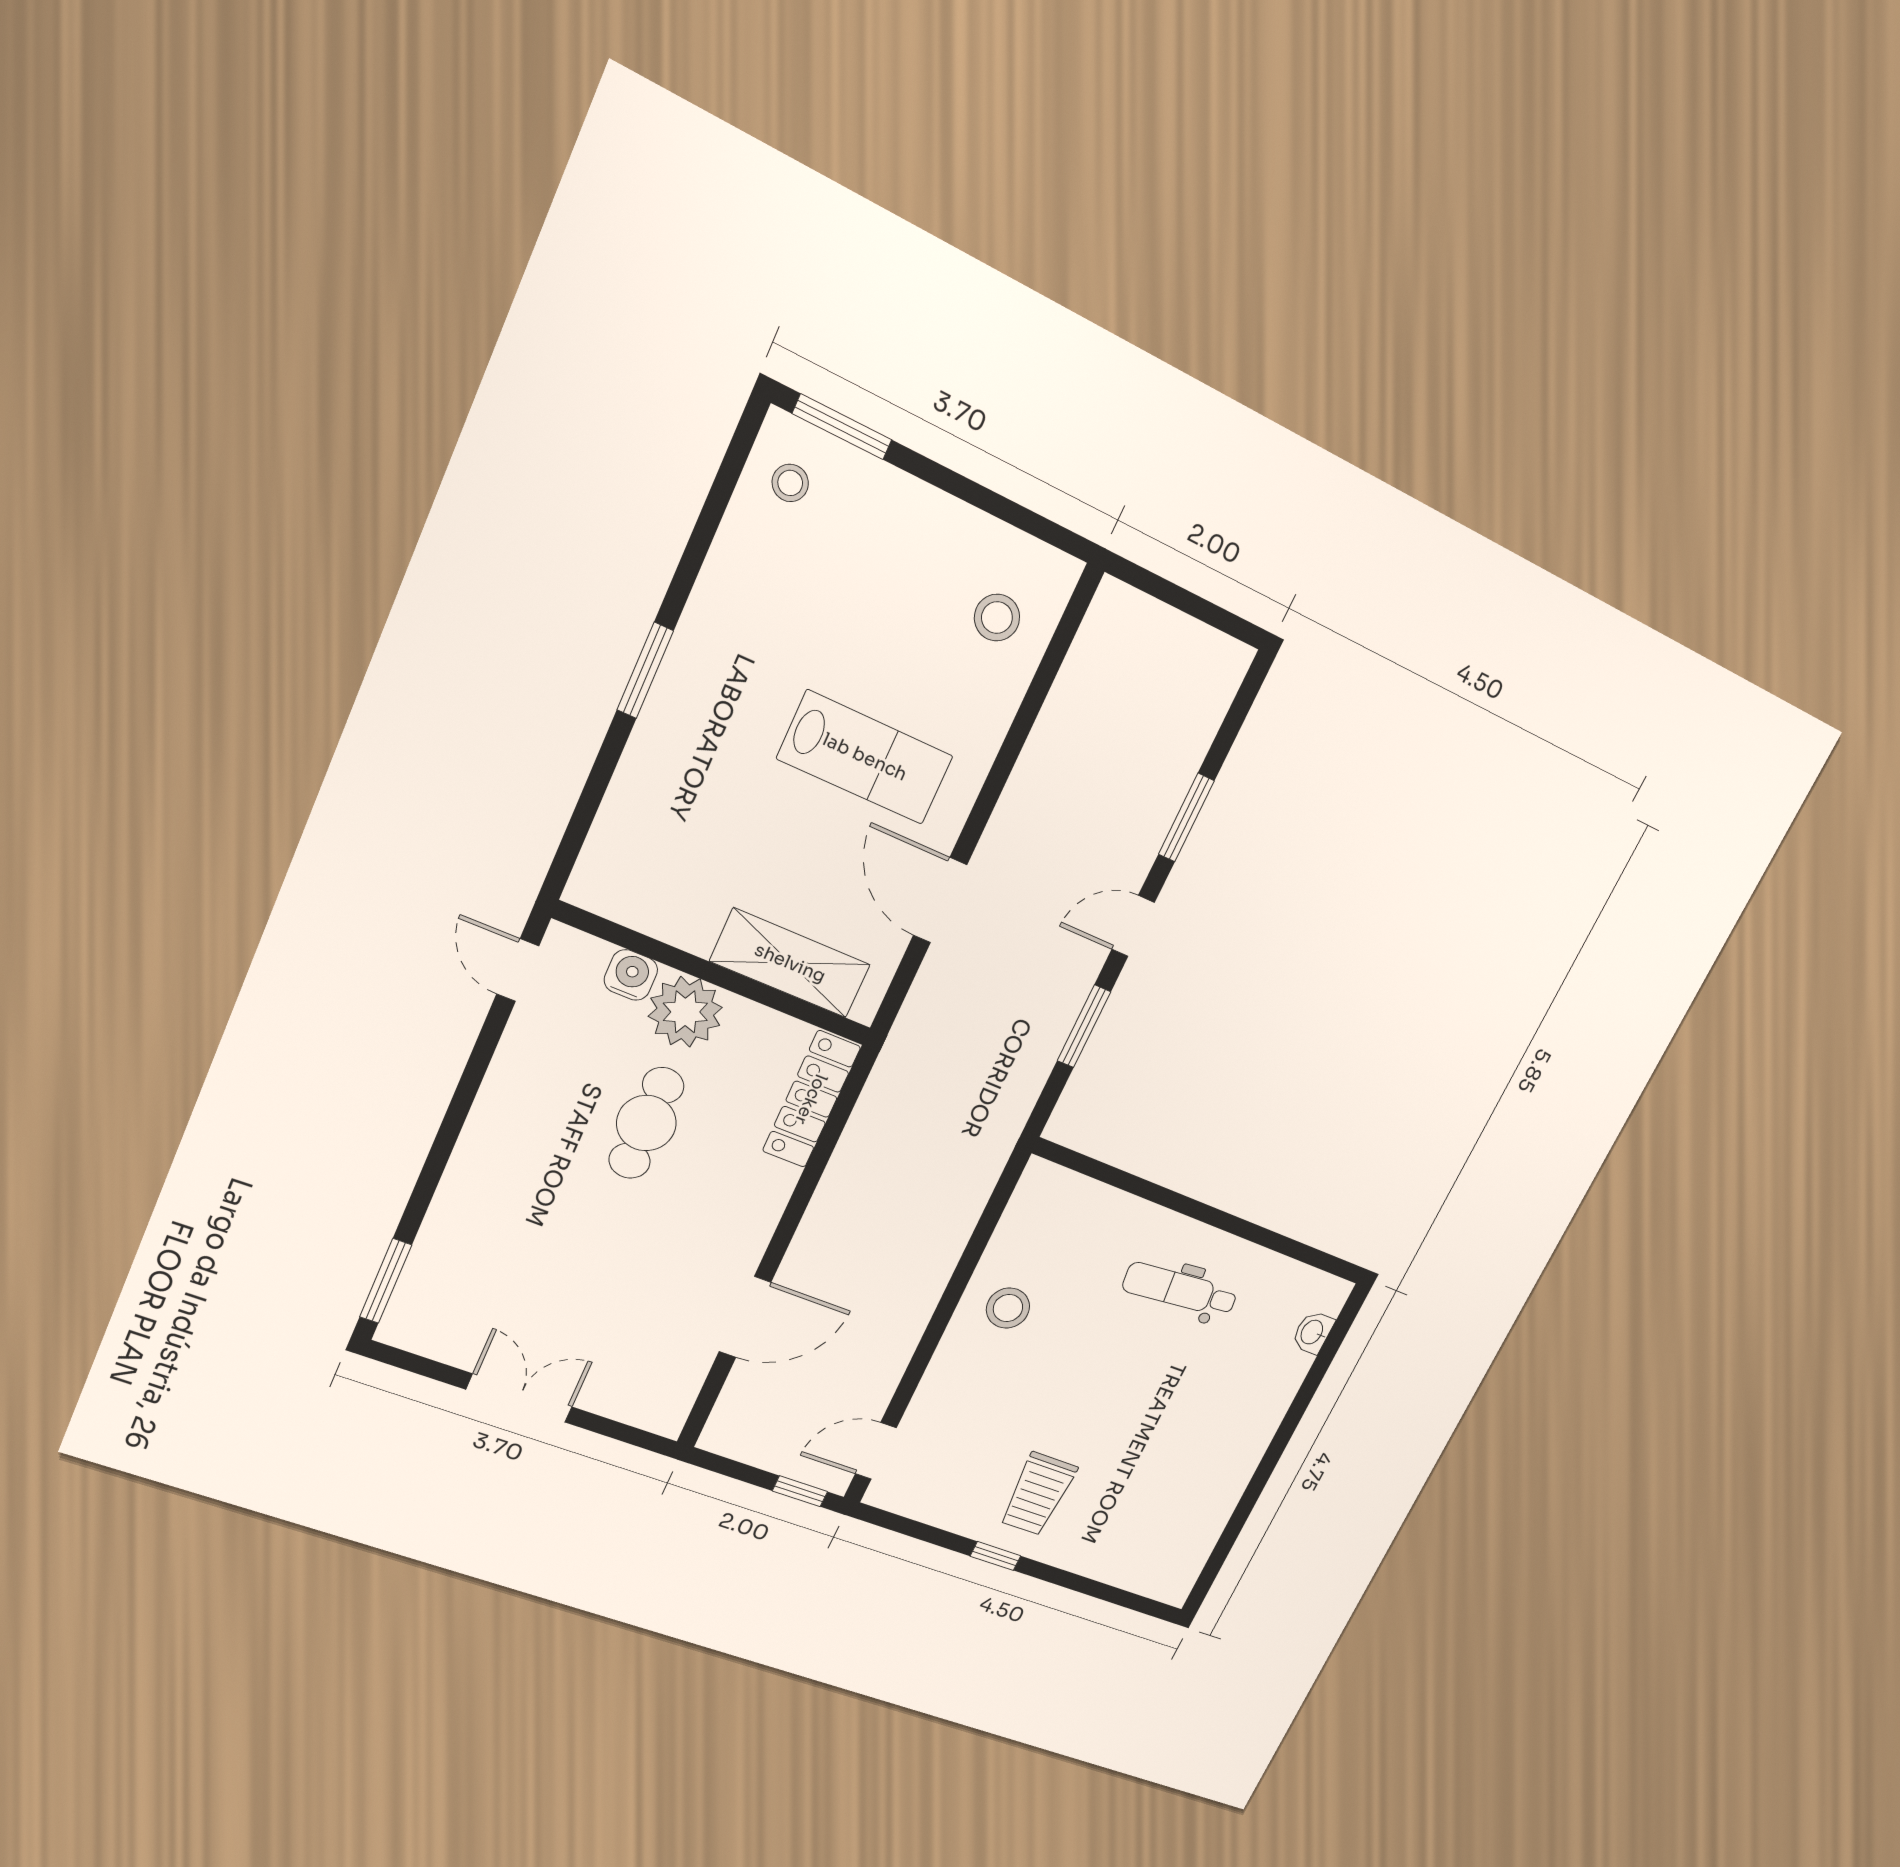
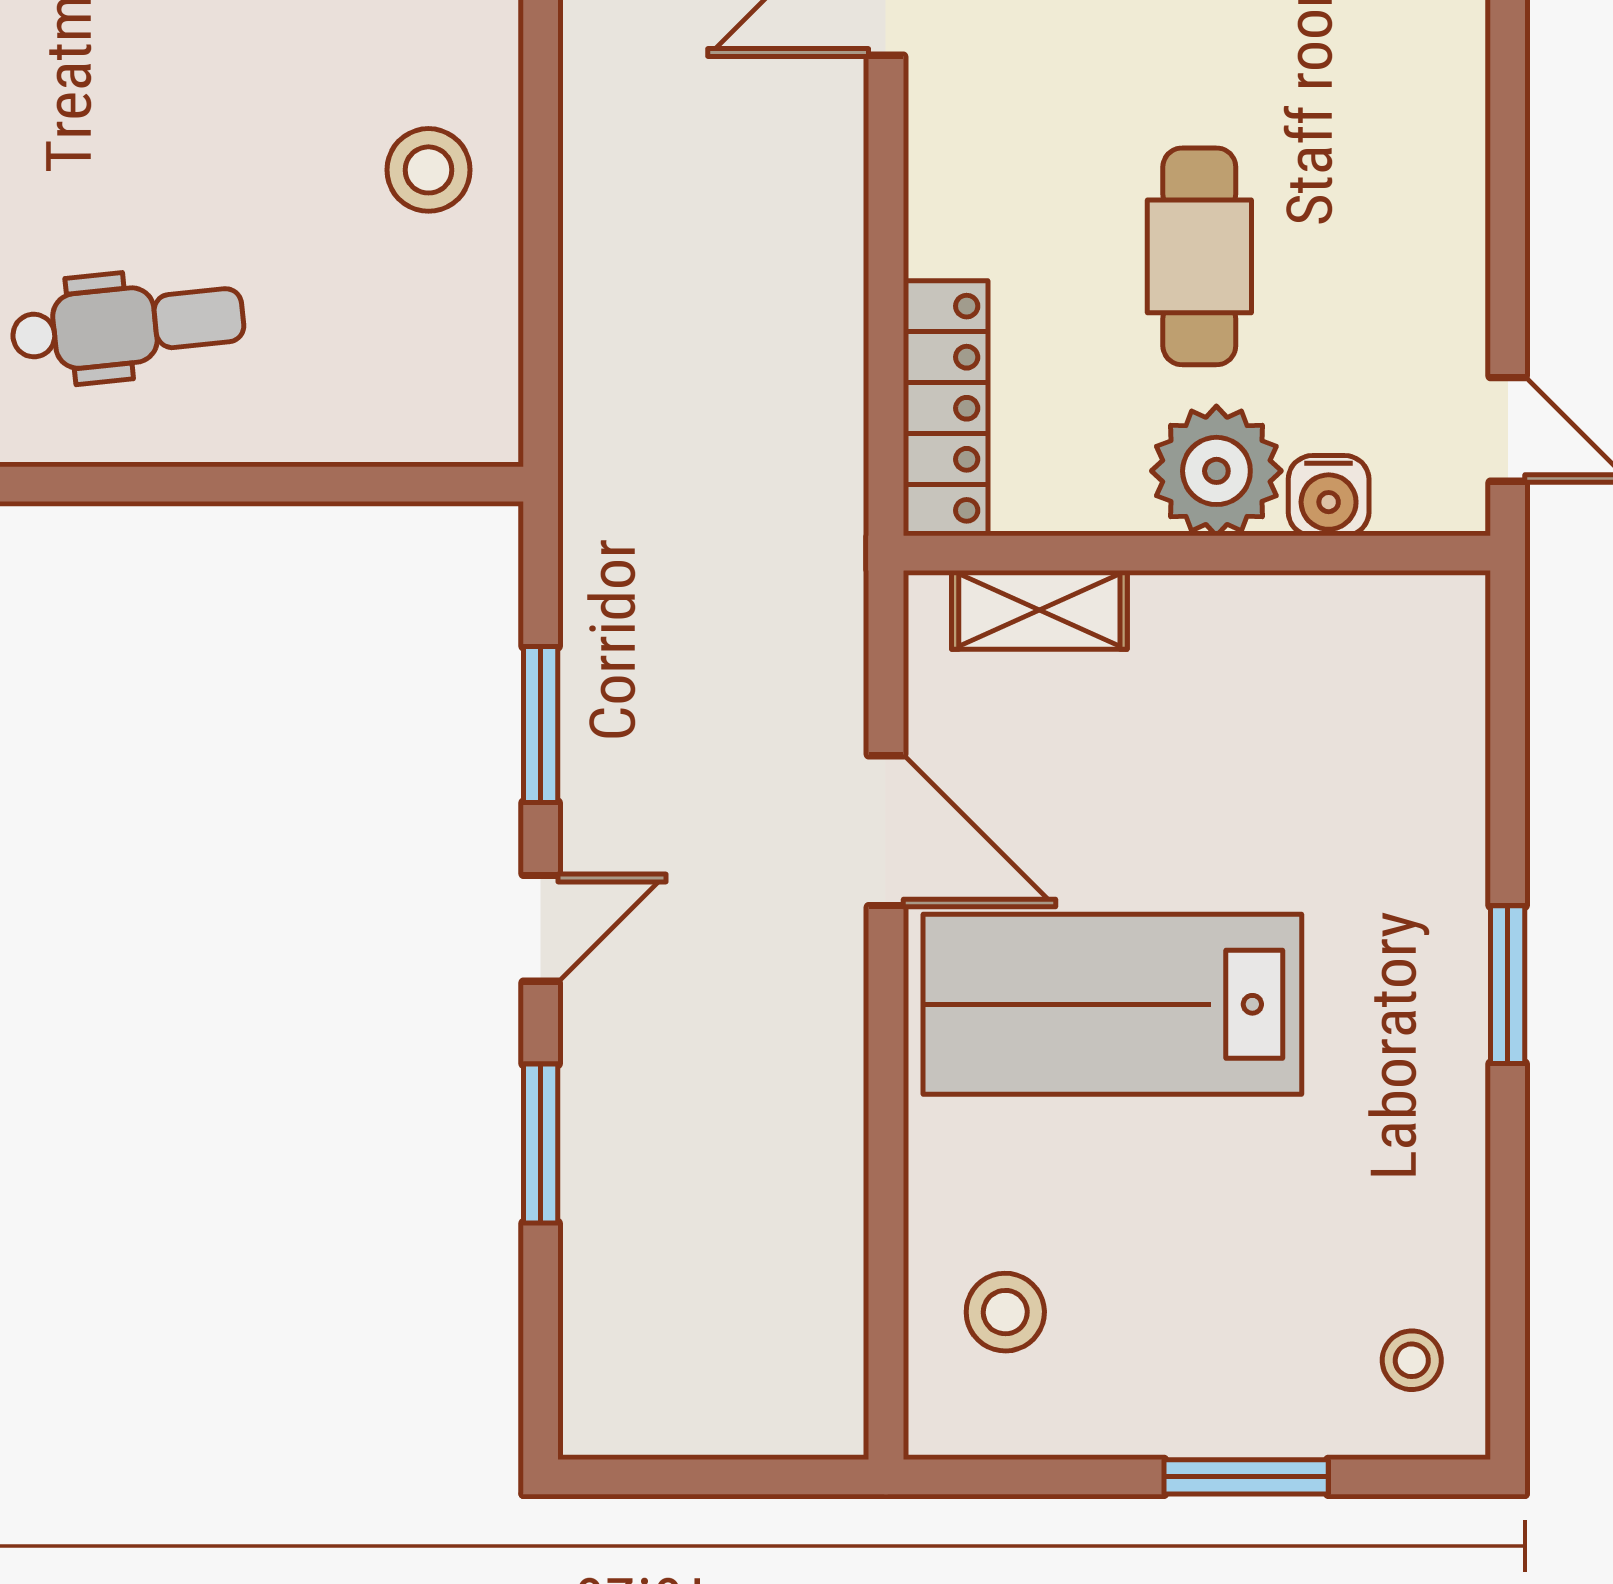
window: (842, 427) -> (1246, 1477), moved
lab bench: (865, 757) -> (1112, 1004), width x1.36, depth x1.39
shelving: (790, 963) -> (1039, 610), width x0.67, depth x0.75

